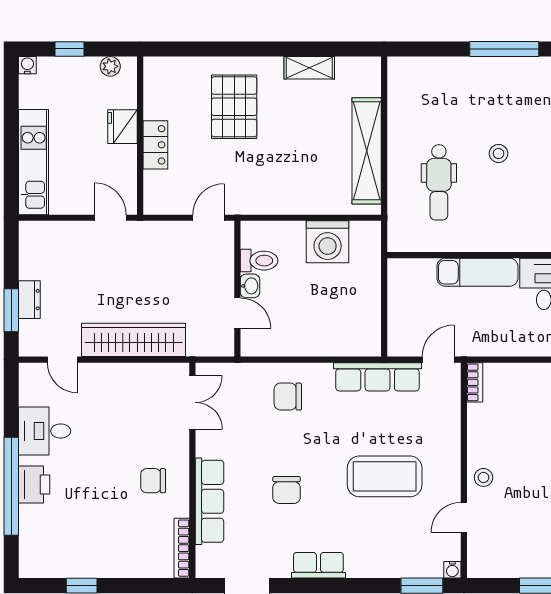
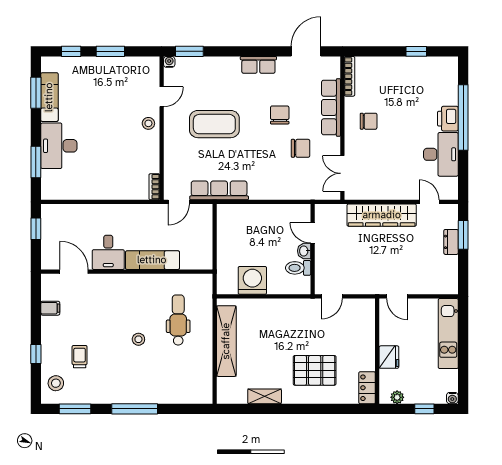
pallet: (234, 107) -> (315, 370), turned 90
locker: (155, 145) -> (367, 388), moved
chair: (288, 397) -> (301, 148), moved
desk: (45, 431) -> (441, 154), width x1.37

